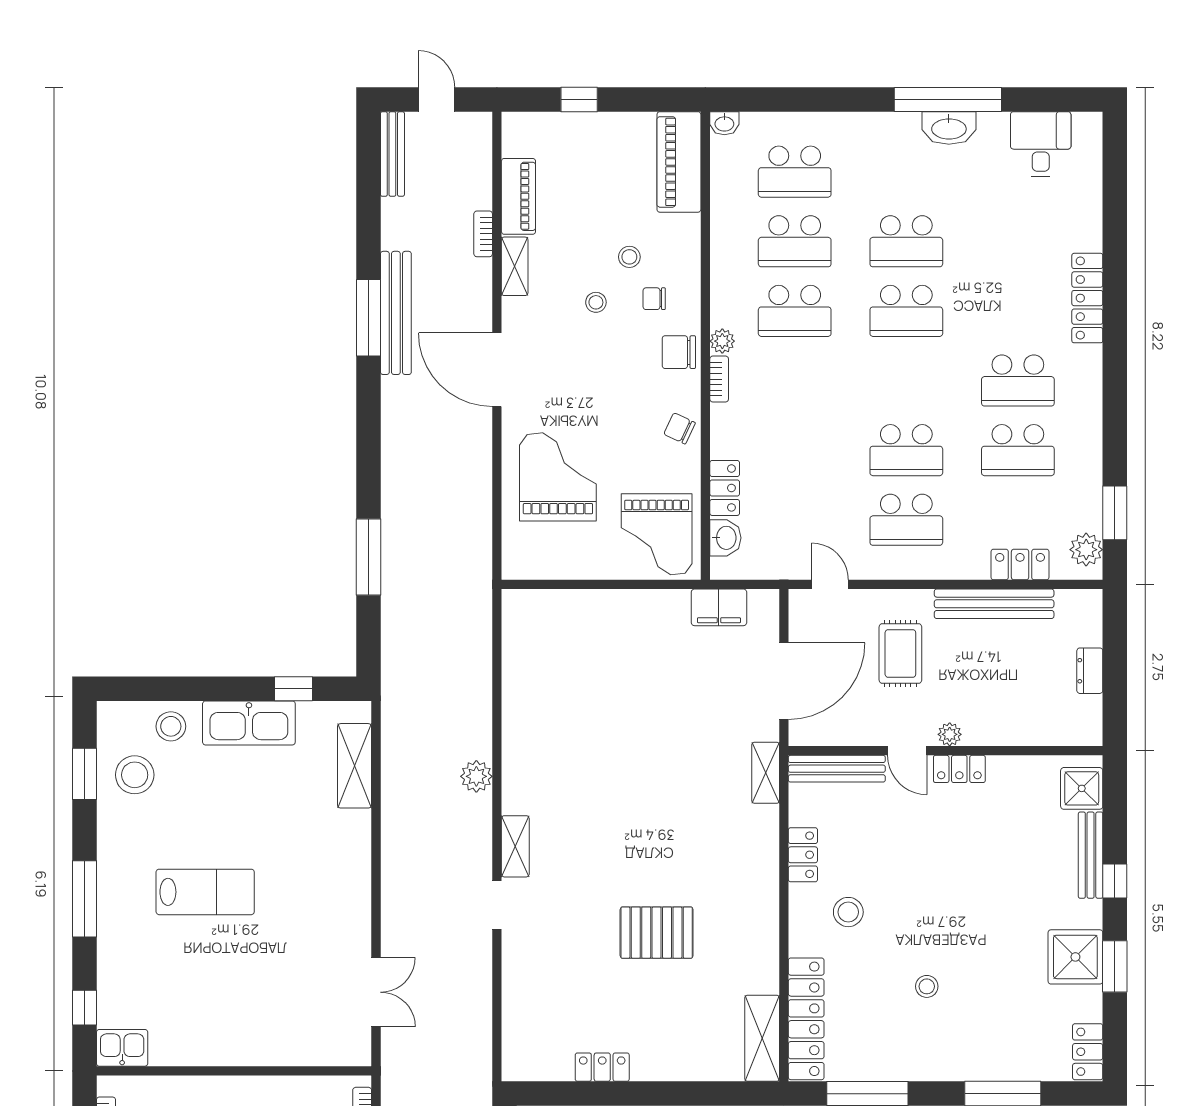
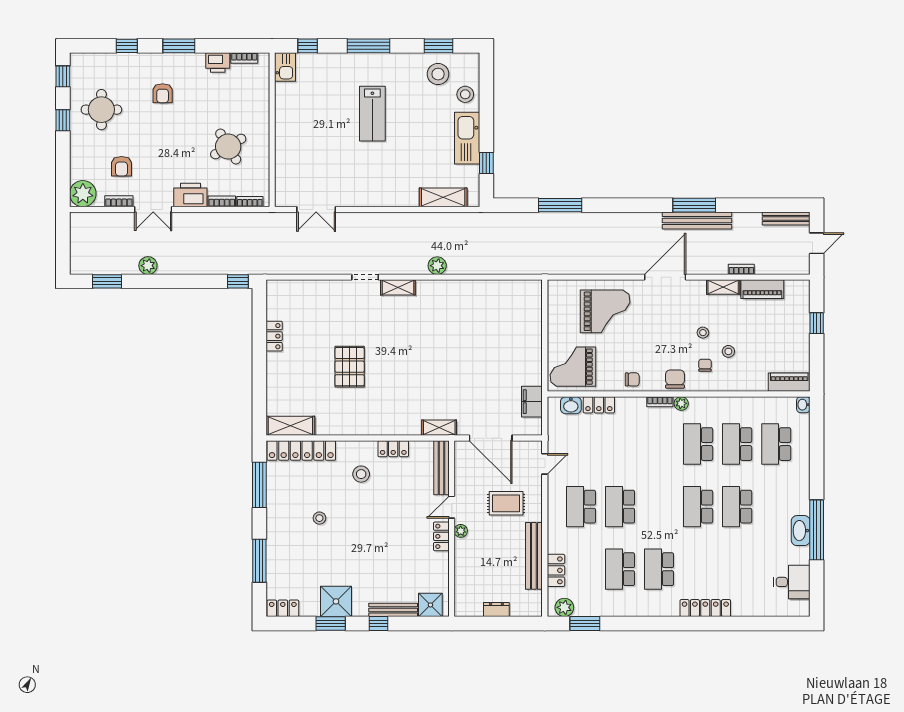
piano: (679, 162) -> (789, 382), width x0.73, depth x0.75
chair: (679, 428) -> (632, 379), turned 65

